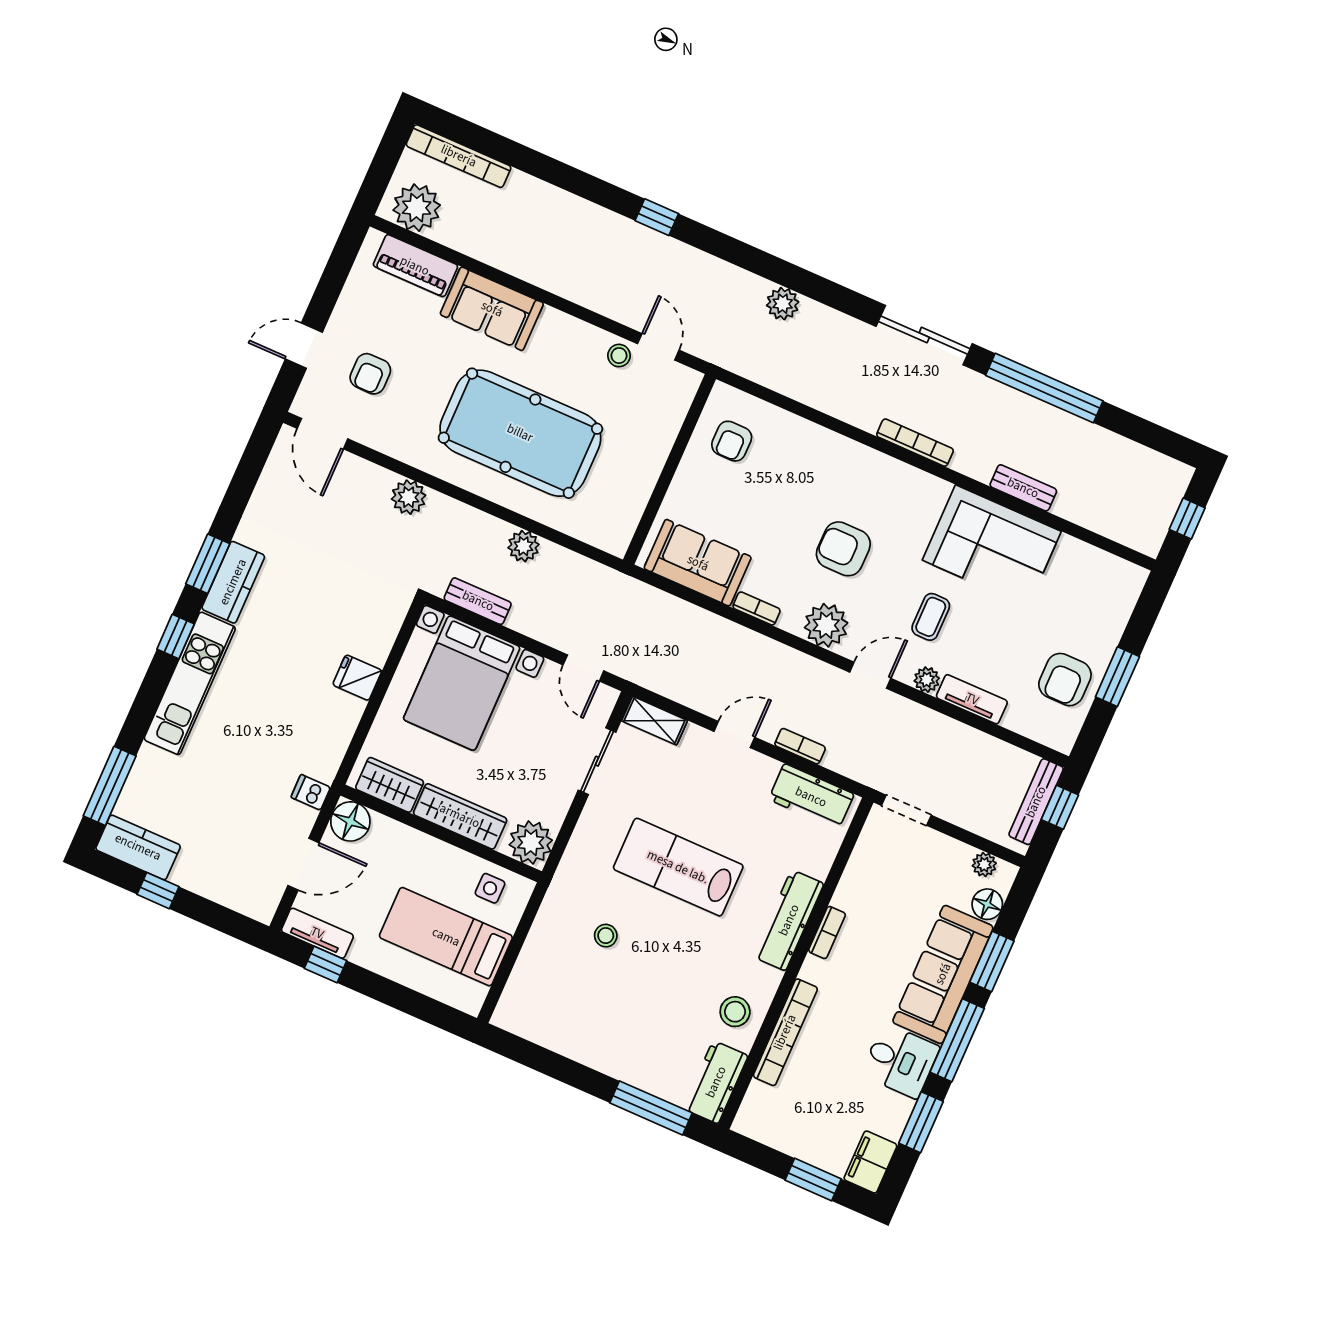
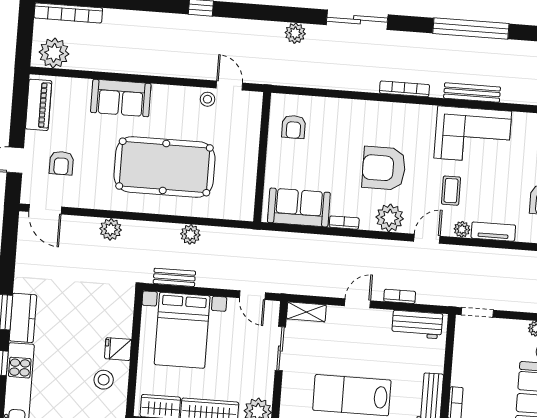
piano: (415, 266) -> (39, 105), moved, turned -90
sliding door: (924, 335) -> (357, 20), moved
bench: (1023, 488) -> (472, 93), width x1.36
armchair: (843, 549) -> (384, 168), width x1.36, depth x1.36
stool: (320, 715) -> (104, 380), added

